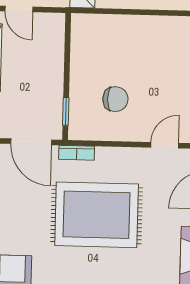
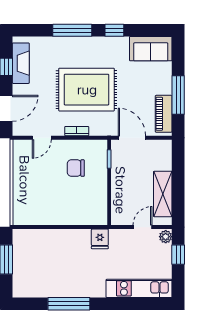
door: (19, 9) -> (143, 227), hinge flipped
bookcase: (77, 153) -> (77, 131), moved

